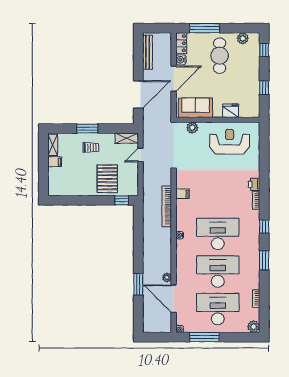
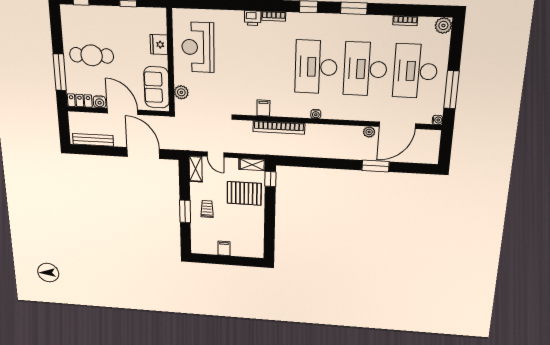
plant: (243, 38) -> (68, 26), removed
shelving: (53, 145) -> (252, 165), moved

